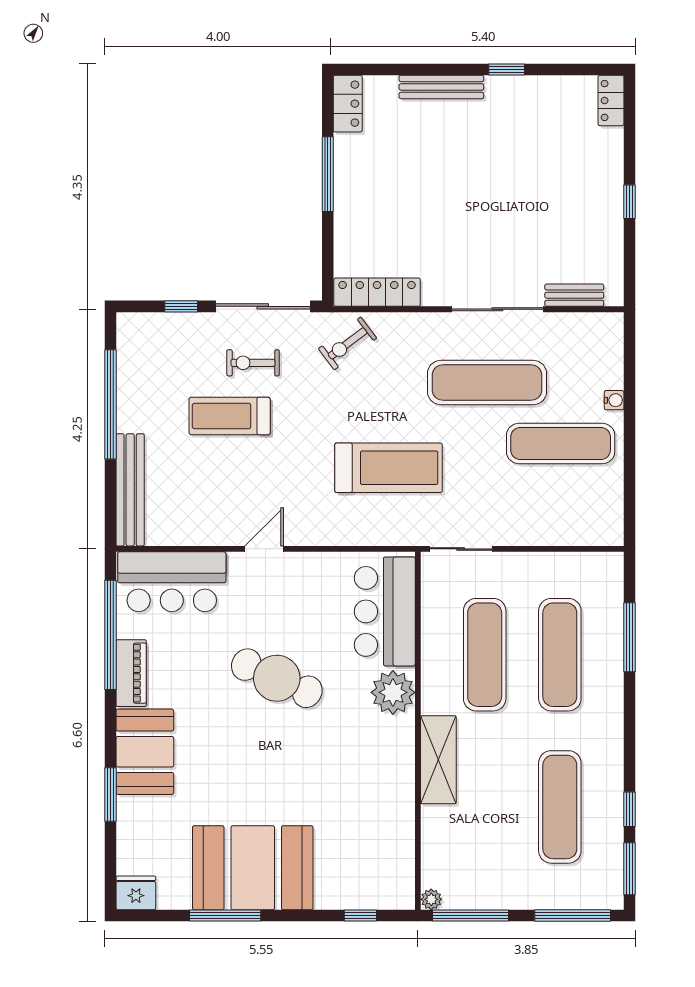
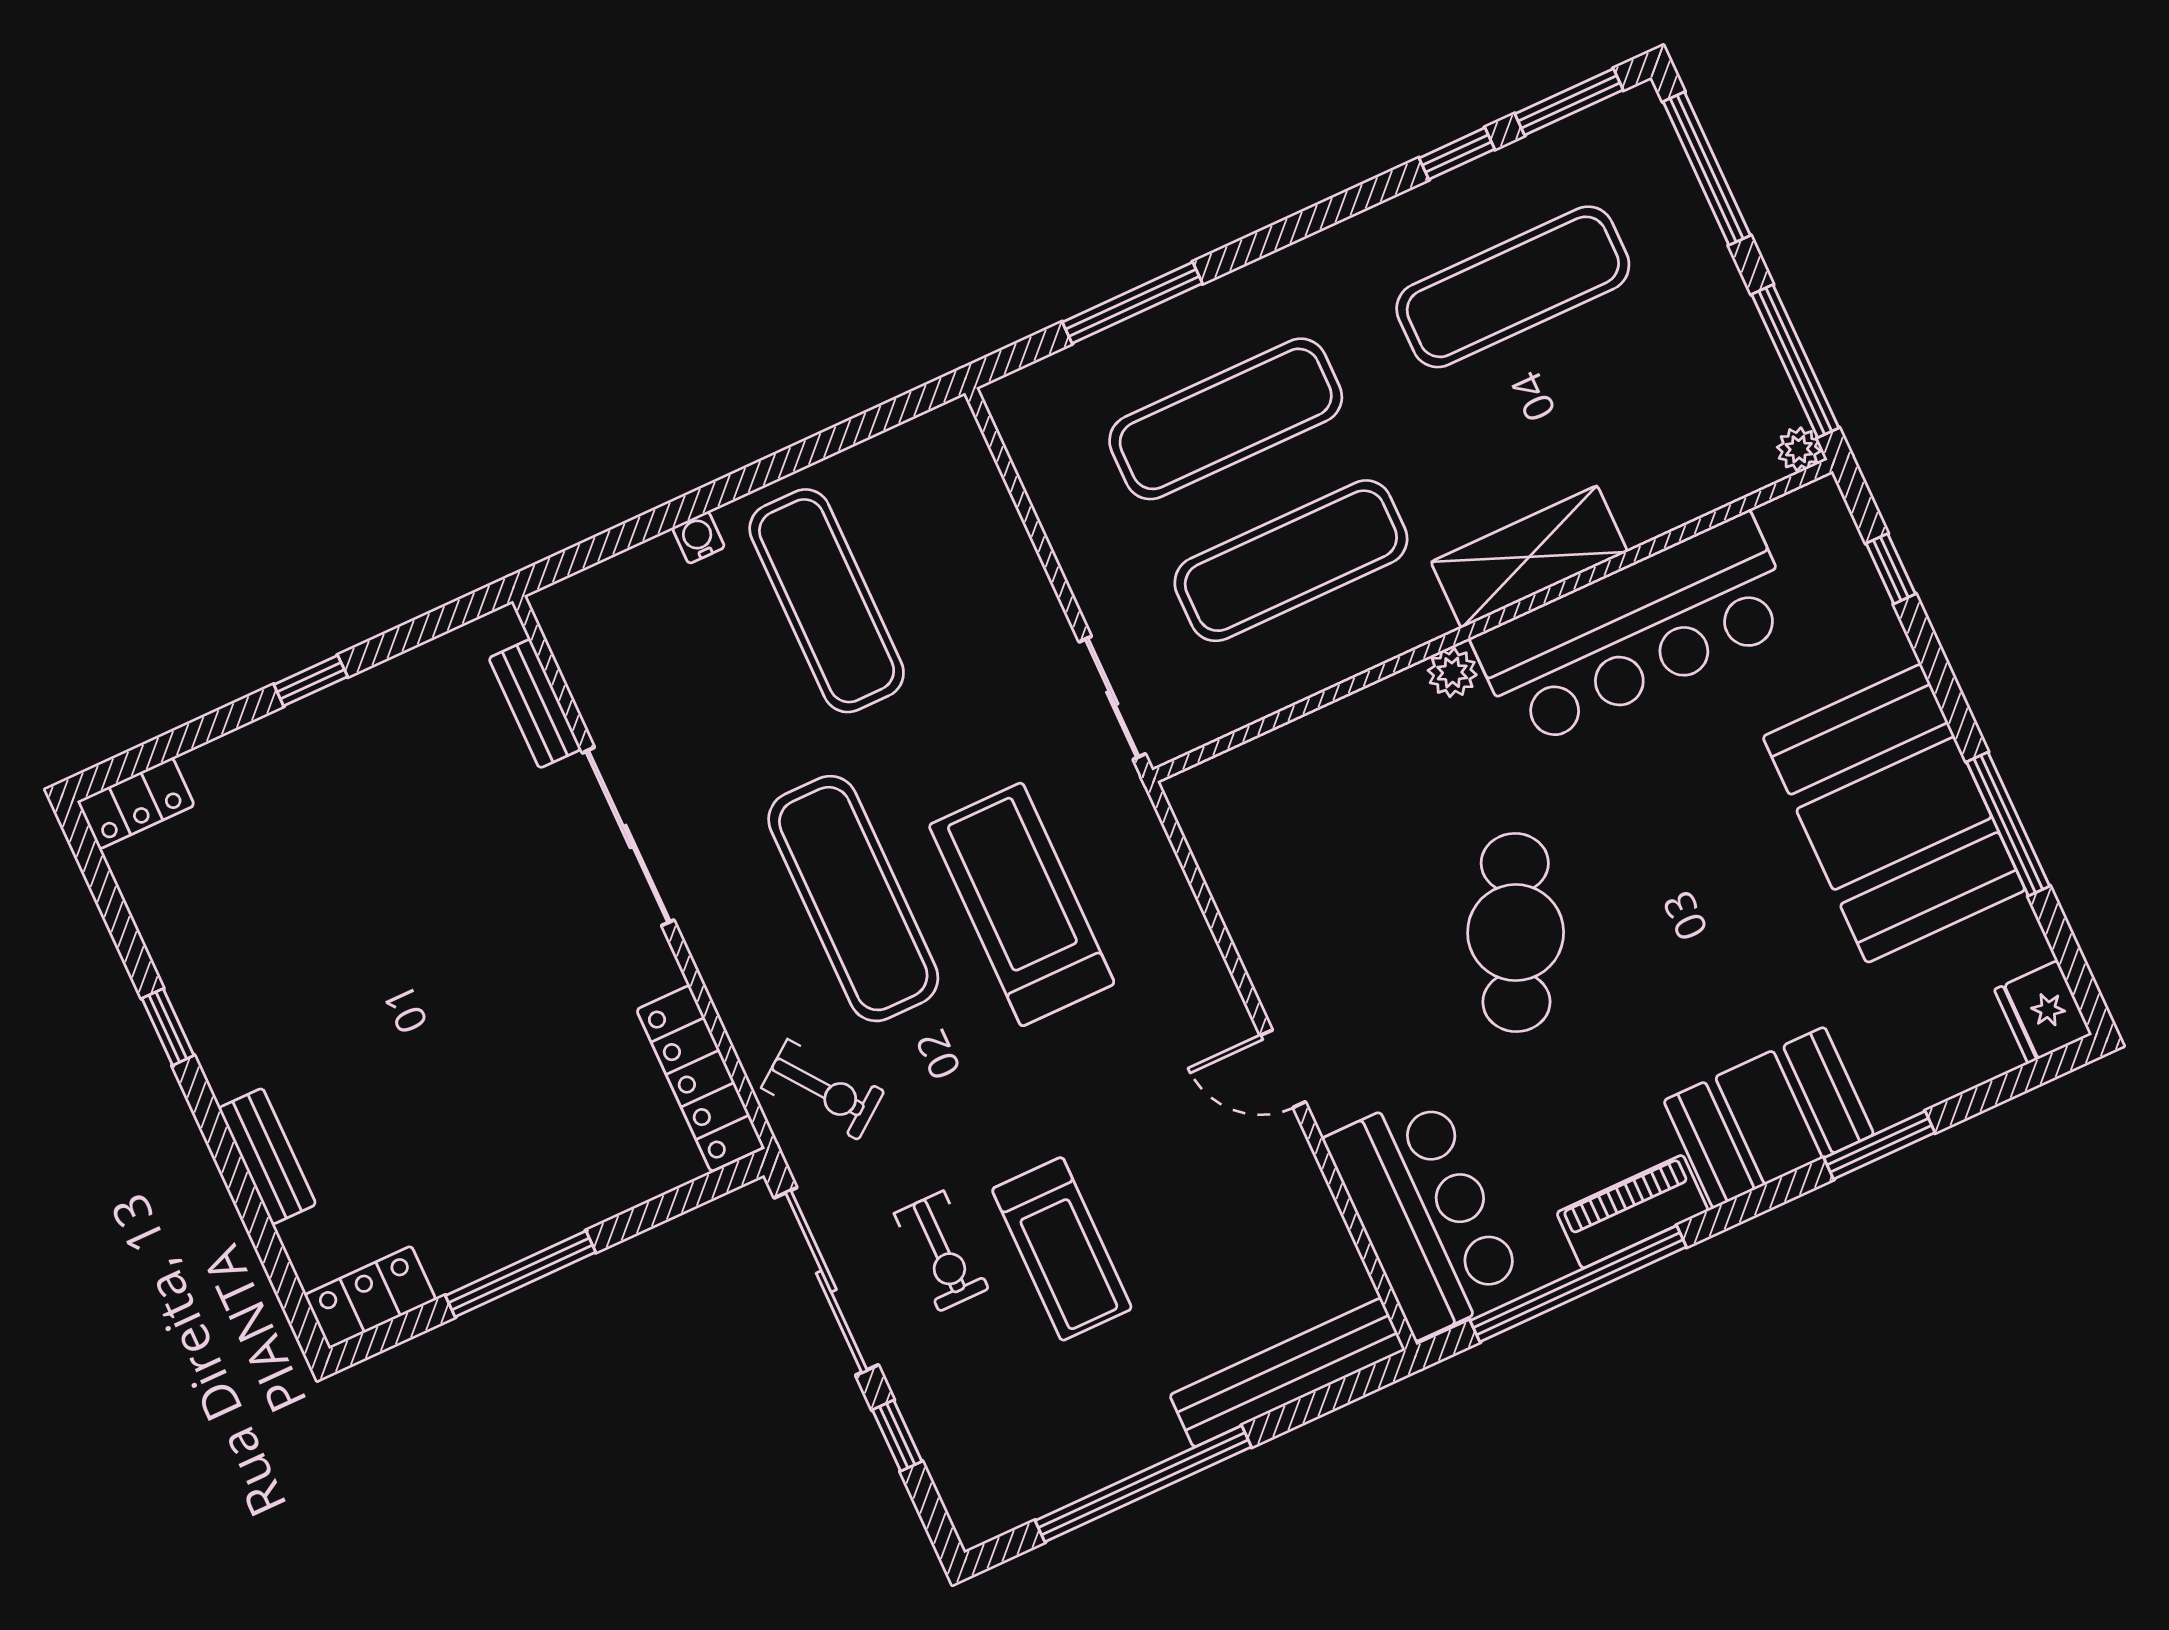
bench: (441, 87) -> (267, 1156), width x0.73
exercise mat: (487, 383) -> (853, 899), moved
bar counter: (385, 611) -> (1635, 631), moved, width x1.36
plant: (393, 692) -> (1452, 673), width x0.53, depth x0.53

